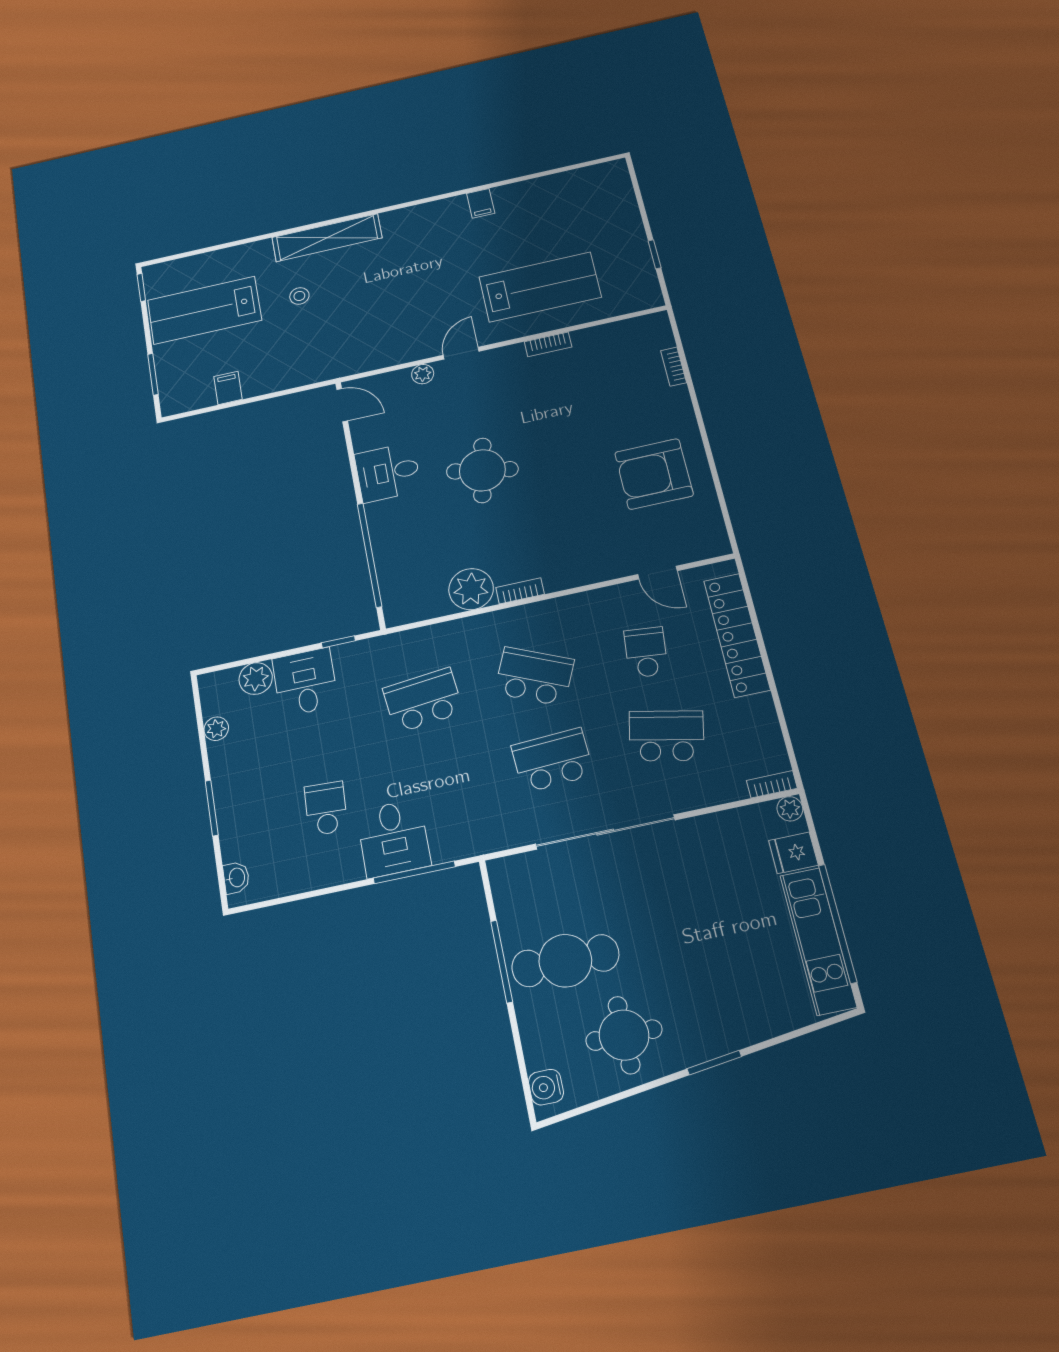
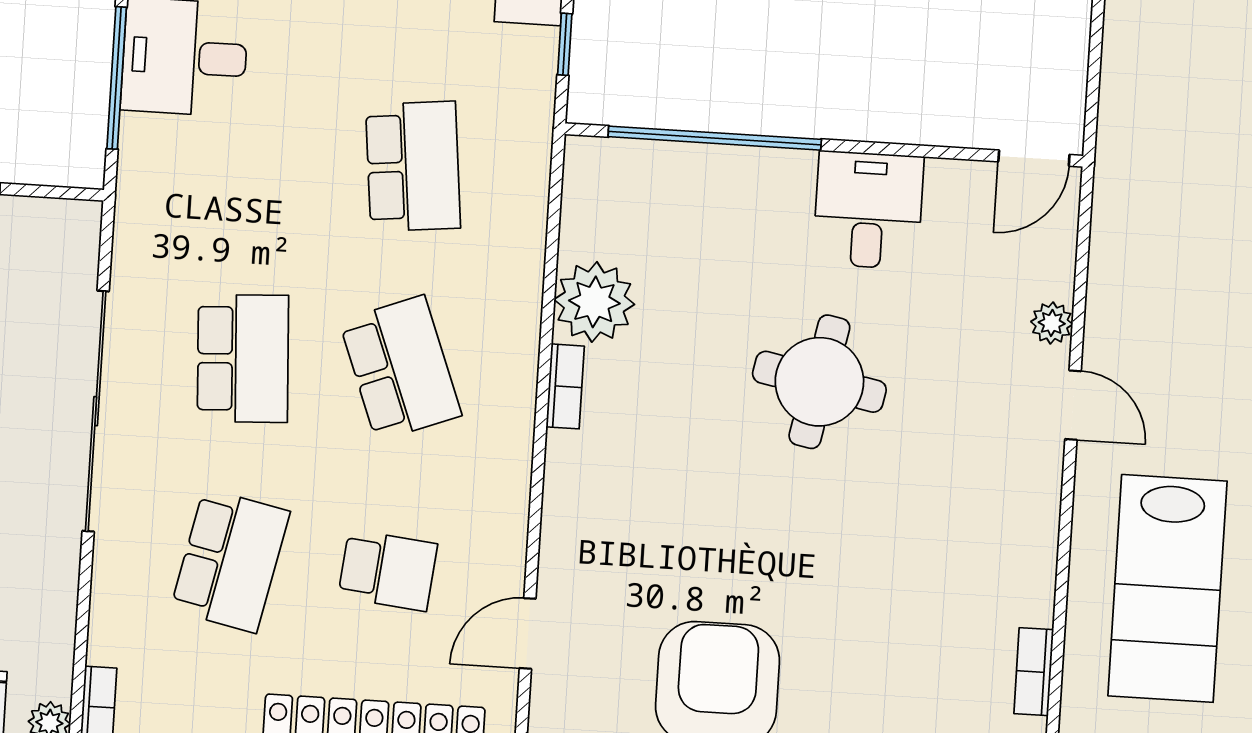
bookcase: (548, 344) -> (1034, 672), moved
school desk: (534, 676) -> (400, 368), turned -45

